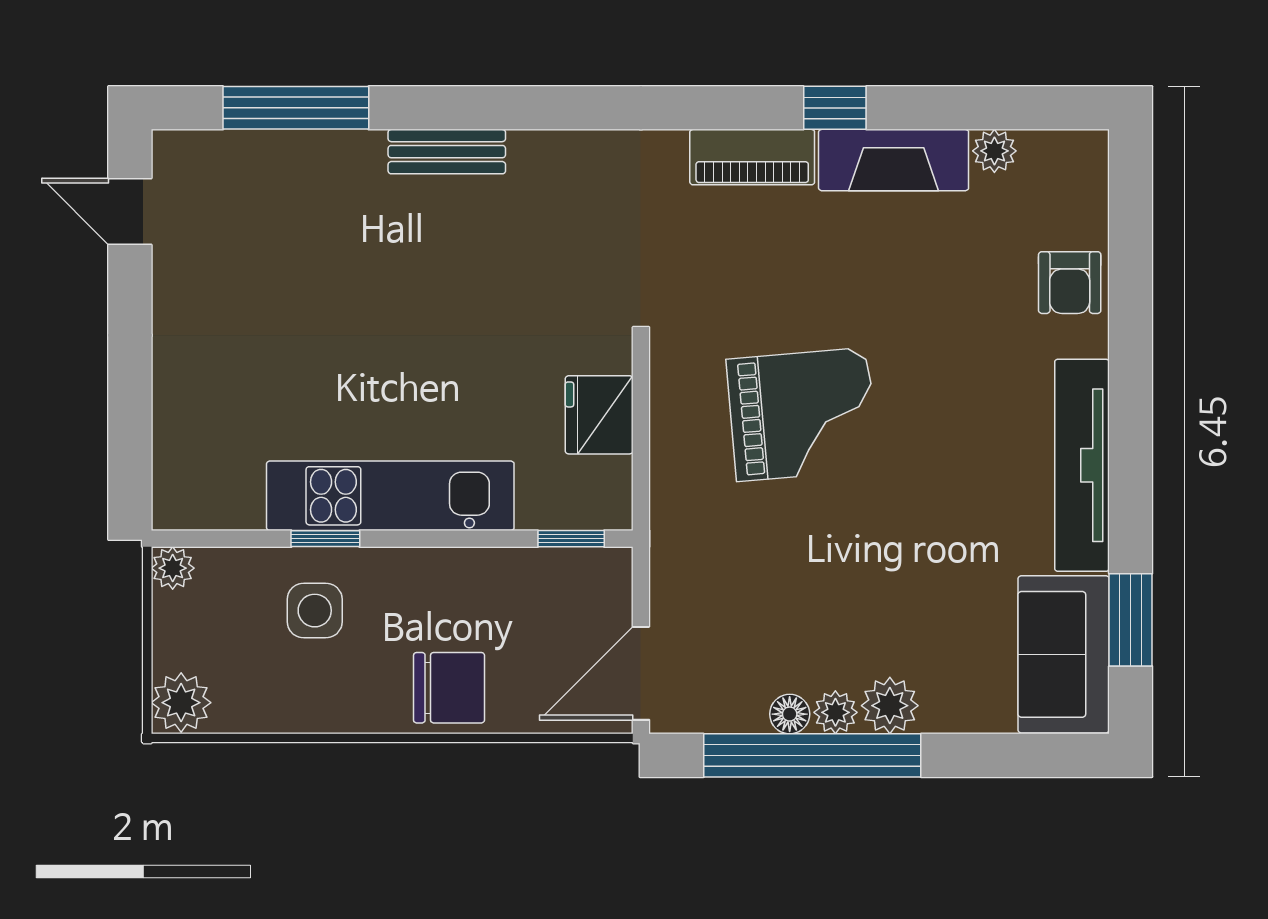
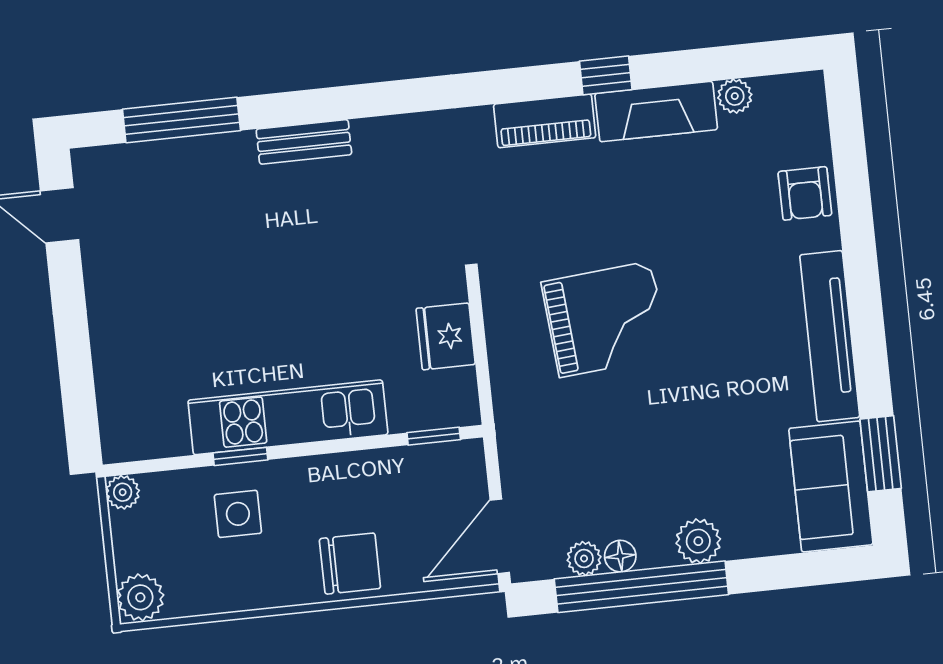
plant: (835, 712) -> (584, 559), moved

